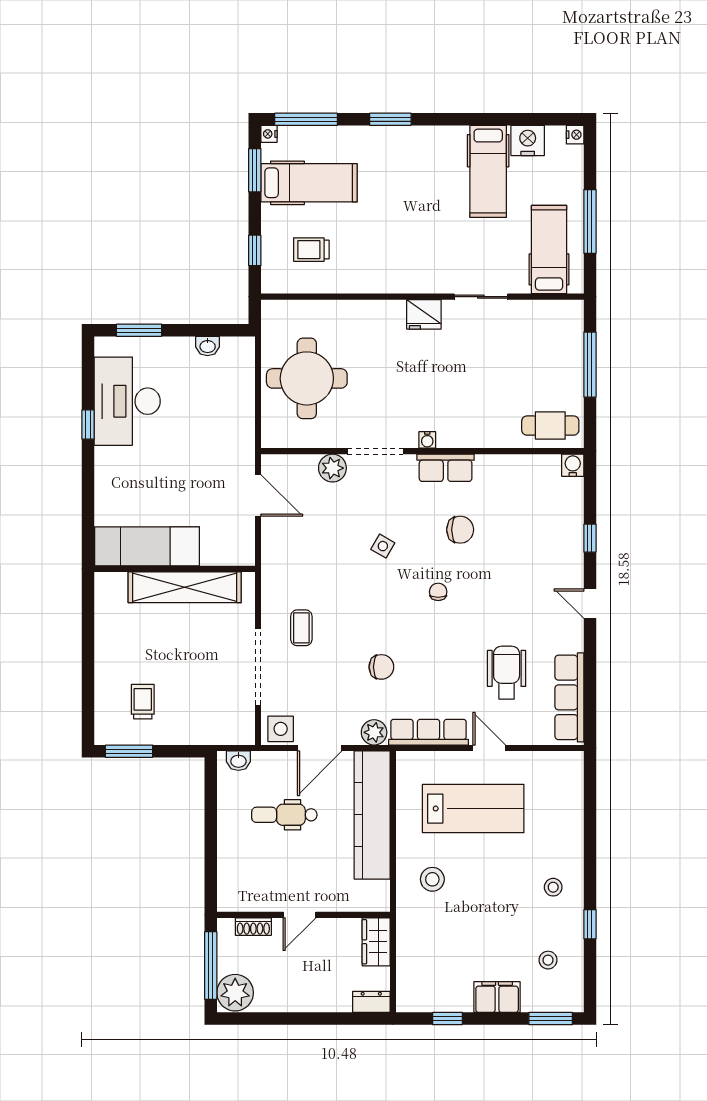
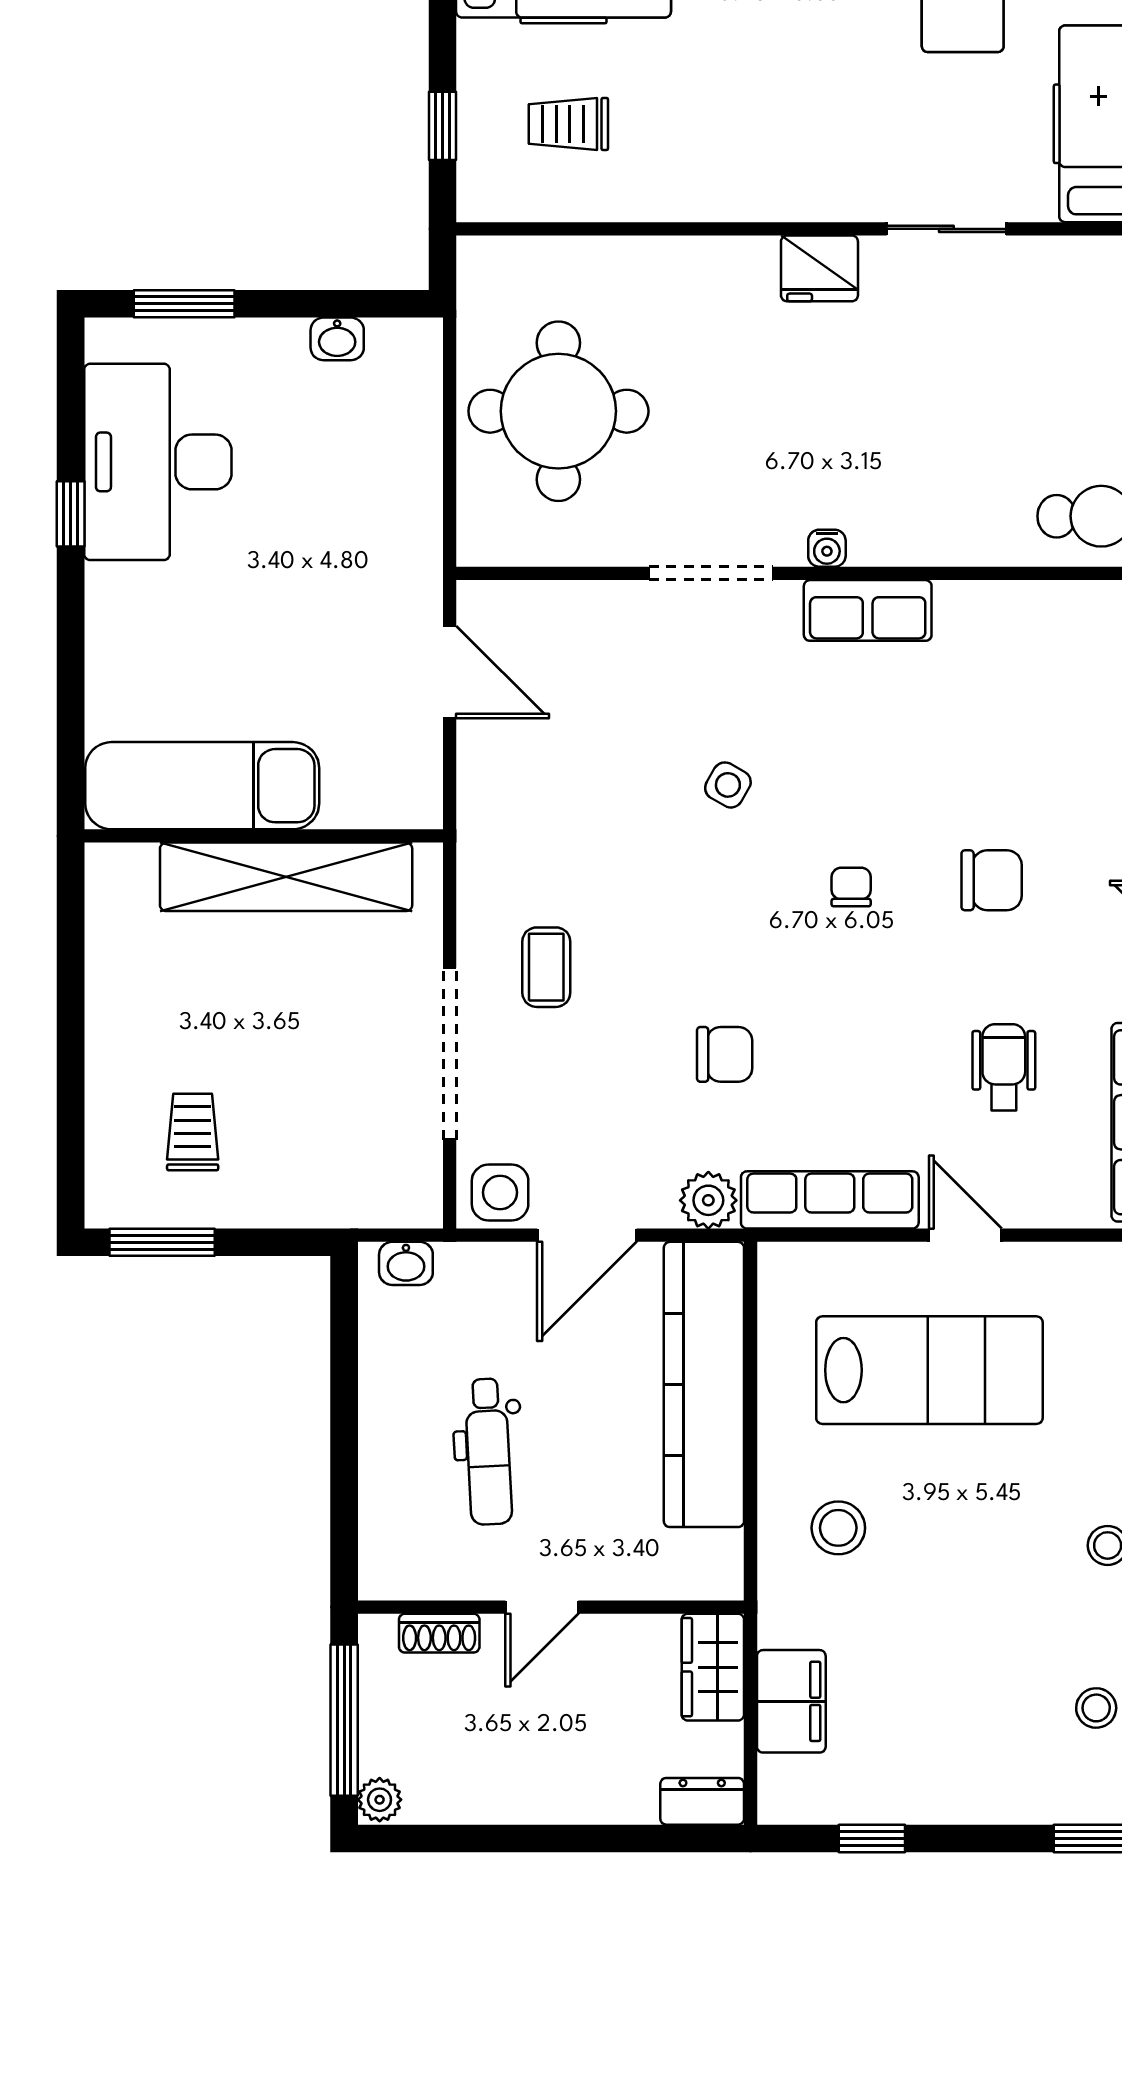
plant: (332, 468) -> (616, 611), removed
chair: (460, 530) -> (992, 880), moved
wheelchair: (507, 673) -> (1004, 1067), width x0.73, depth x0.73
dental chair: (284, 815) -> (488, 1452), moved, turned -93
plant: (235, 993) -> (380, 1800), width x0.53, depth x0.53
filing cabinet: (497, 997) -> (791, 1701), moved, turned 90

